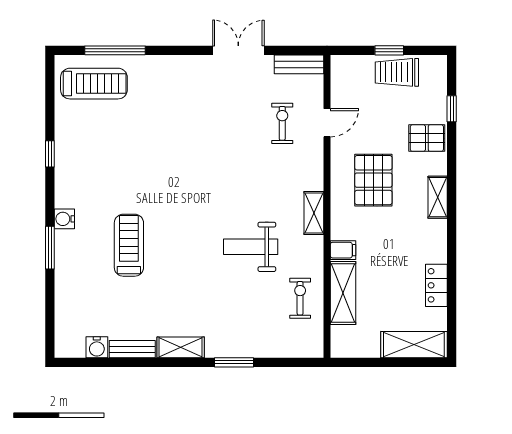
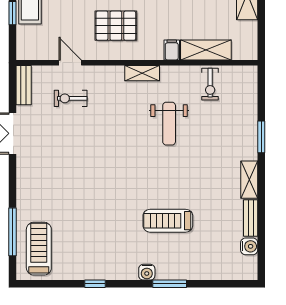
exercise bike: (300, 298) -> (210, 84), turned -90

